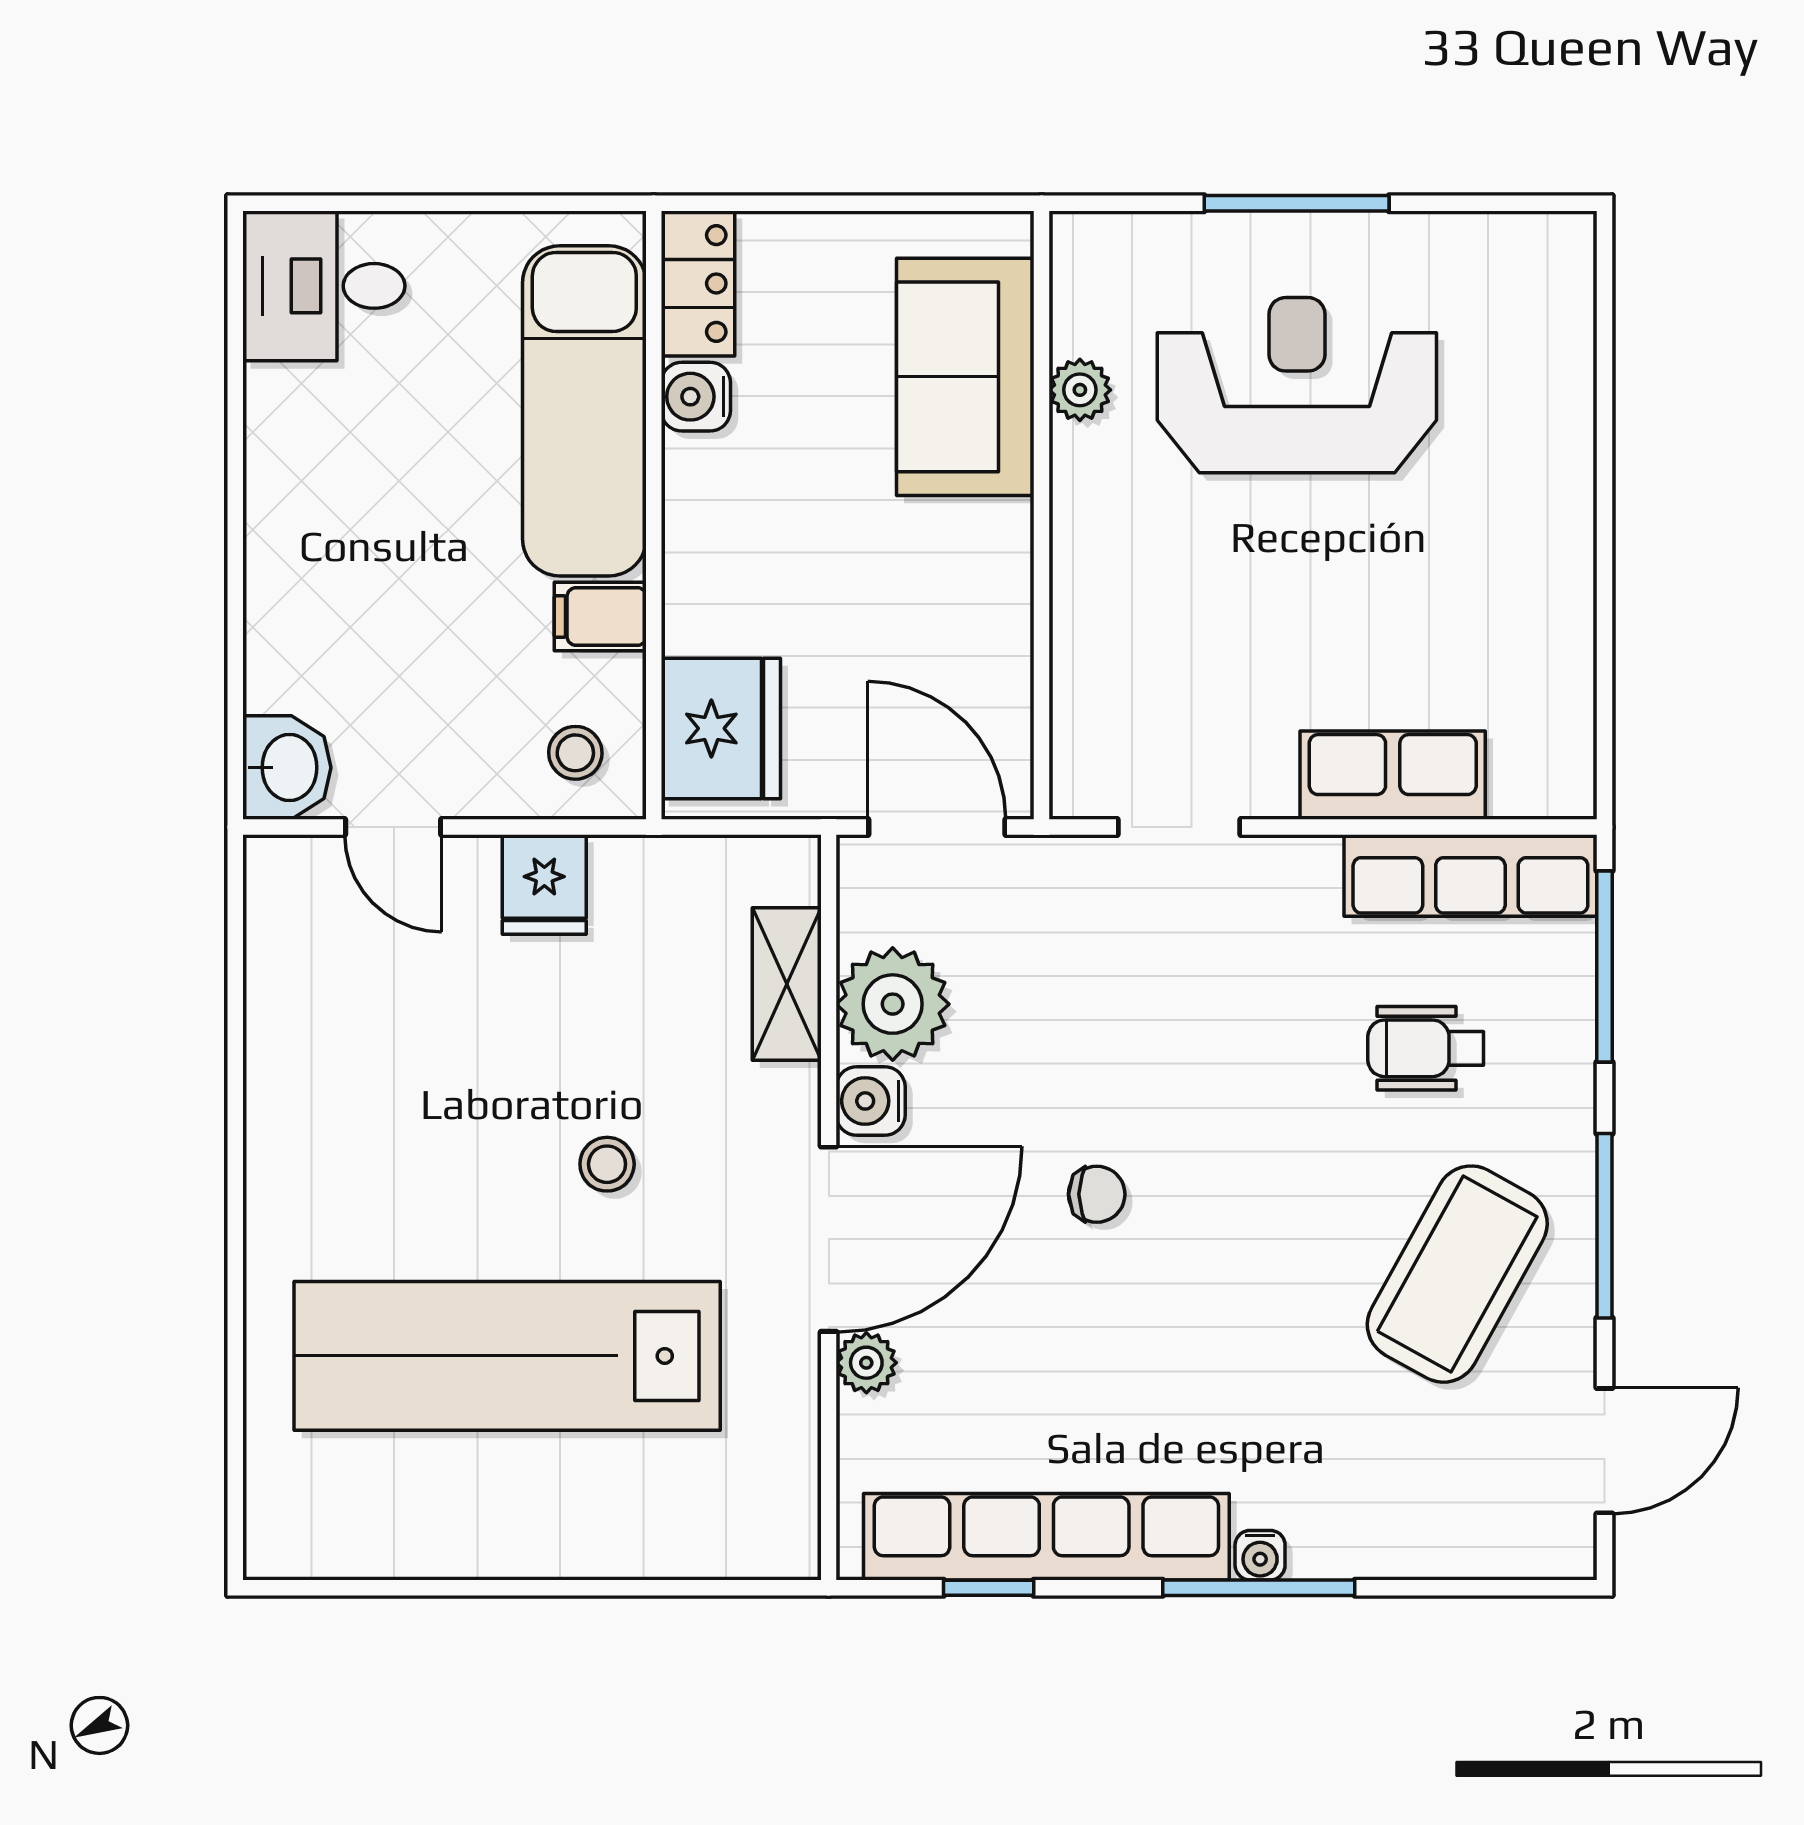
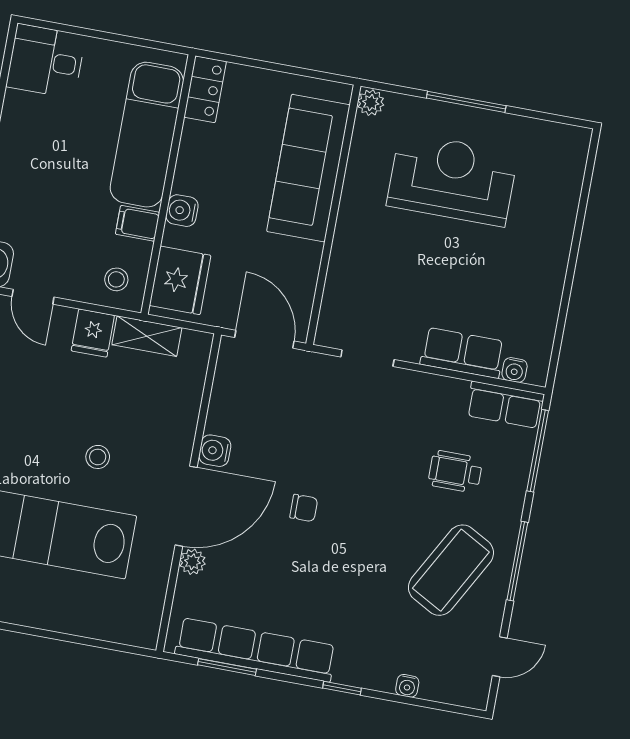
sofa: (965, 377) -> (308, 168), width x1.36
plant: (1080, 390) -> (371, 103), moved
water cooler: (696, 397) -> (182, 211), moved
water cooler: (1518, 792) -> (515, 370), added
row of seats: (1470, 876) -> (505, 405), width x0.68
shelving: (787, 984) -> (147, 336), moved, turned 90
plant: (893, 1004) -> (232, 411), removed
door: (1604, 1451) -> (500, 657), width x0.73
water cooler: (1260, 1555) -> (407, 686), moved
window: (989, 1588) -> (227, 667), width x1.50
window: (1259, 1588) -> (342, 688), width x0.46

